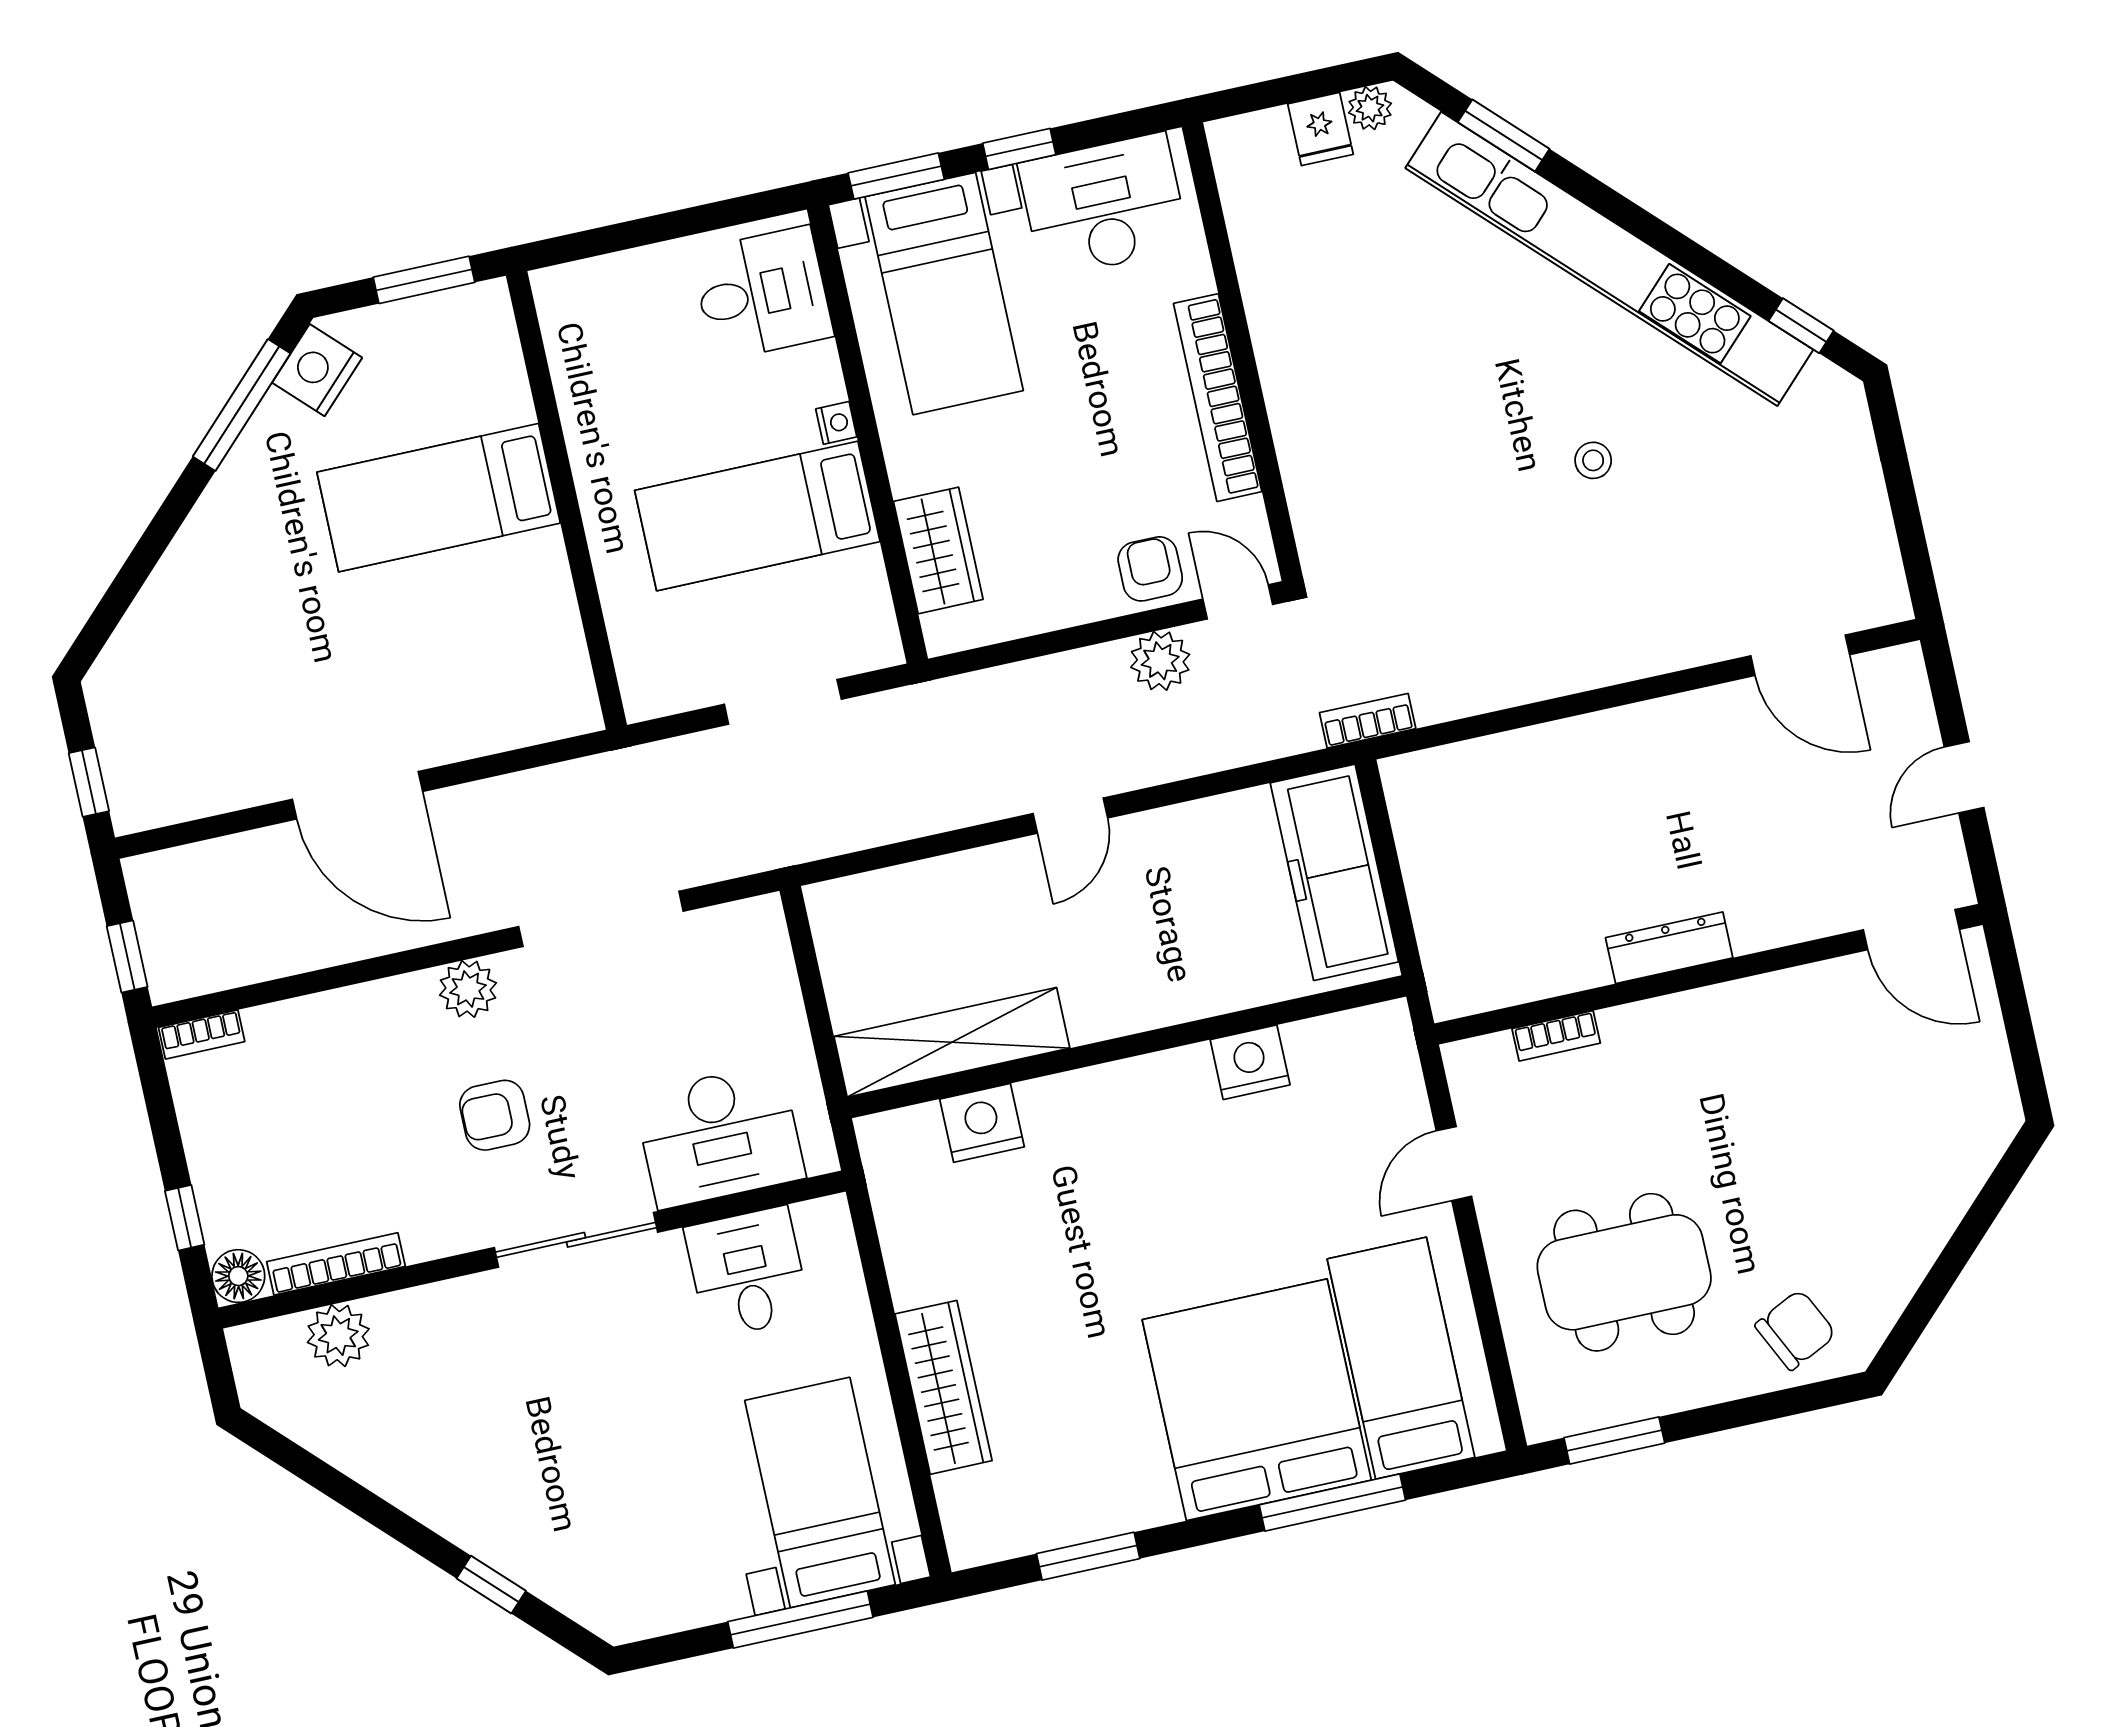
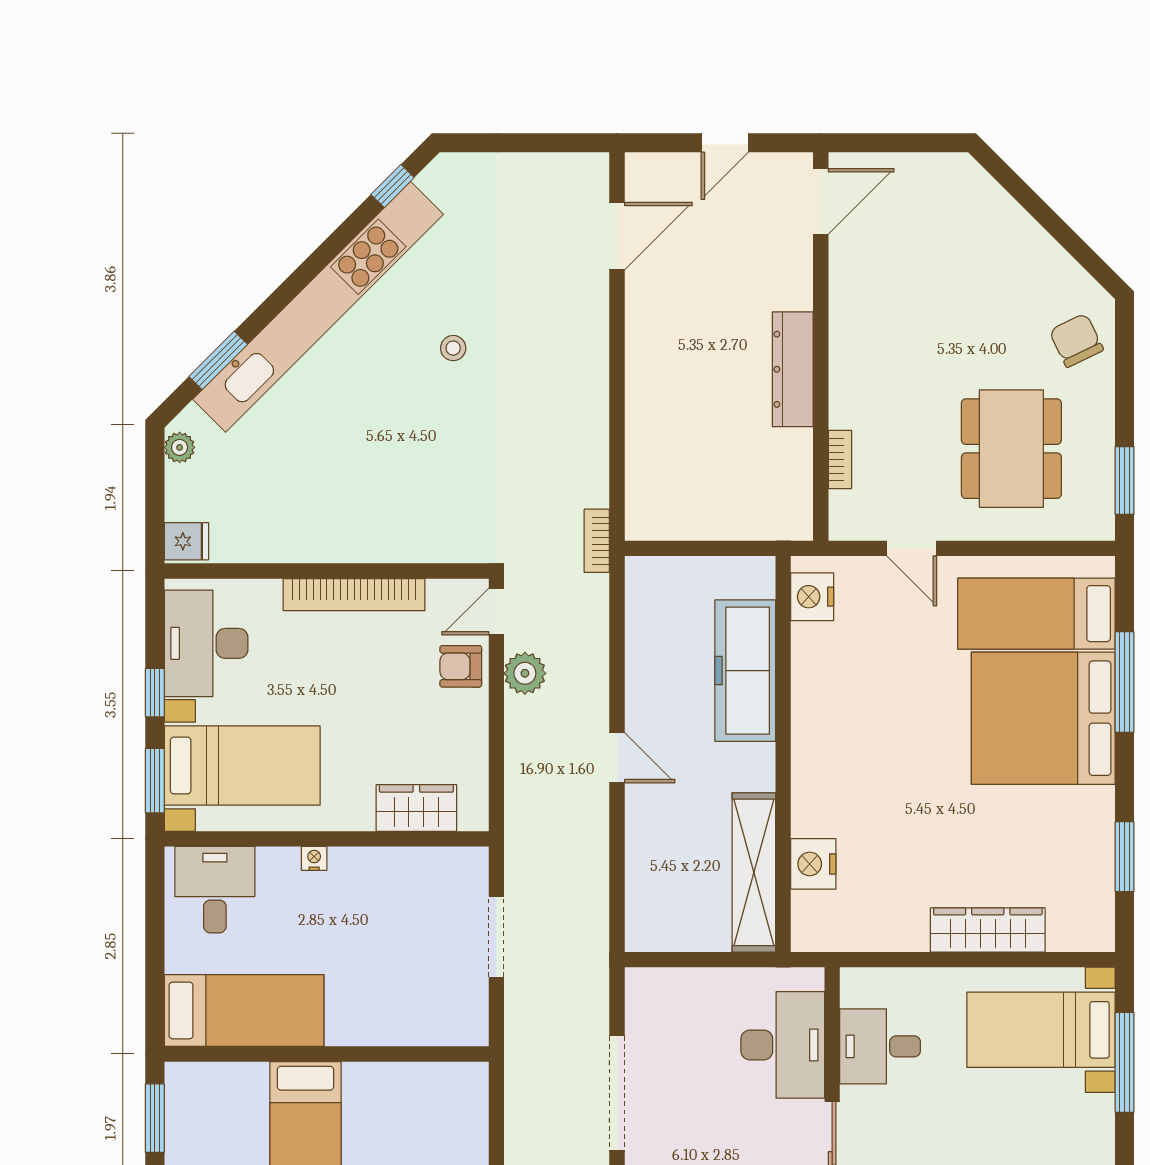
fridge: (1320, 129) -> (186, 541), moved
bed: (757, 516) -> (244, 1010), moved, turned -90
door: (1964, 777) -> (725, 143), hinge flipped
freezer: (1334, 872) -> (745, 671), moved, turned 90
dresser: (1669, 948) -> (793, 369), width x1.37, depth x1.24
nightstand: (1250, 1062) -> (812, 597), moved

